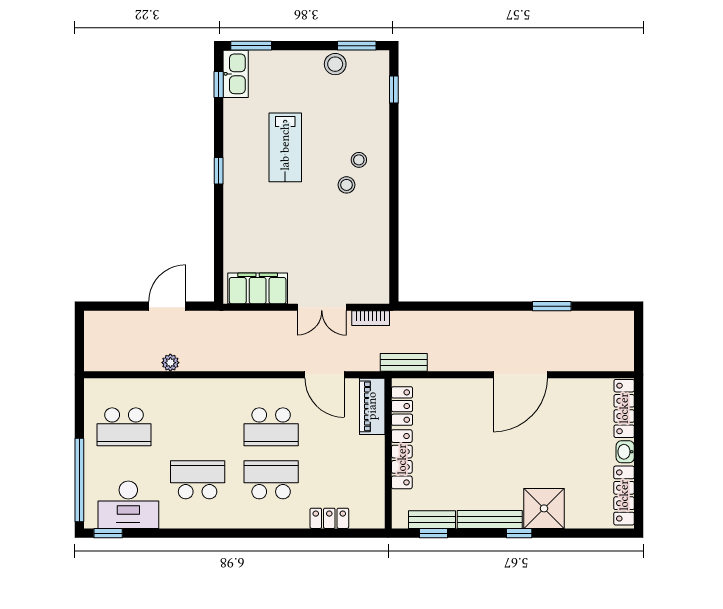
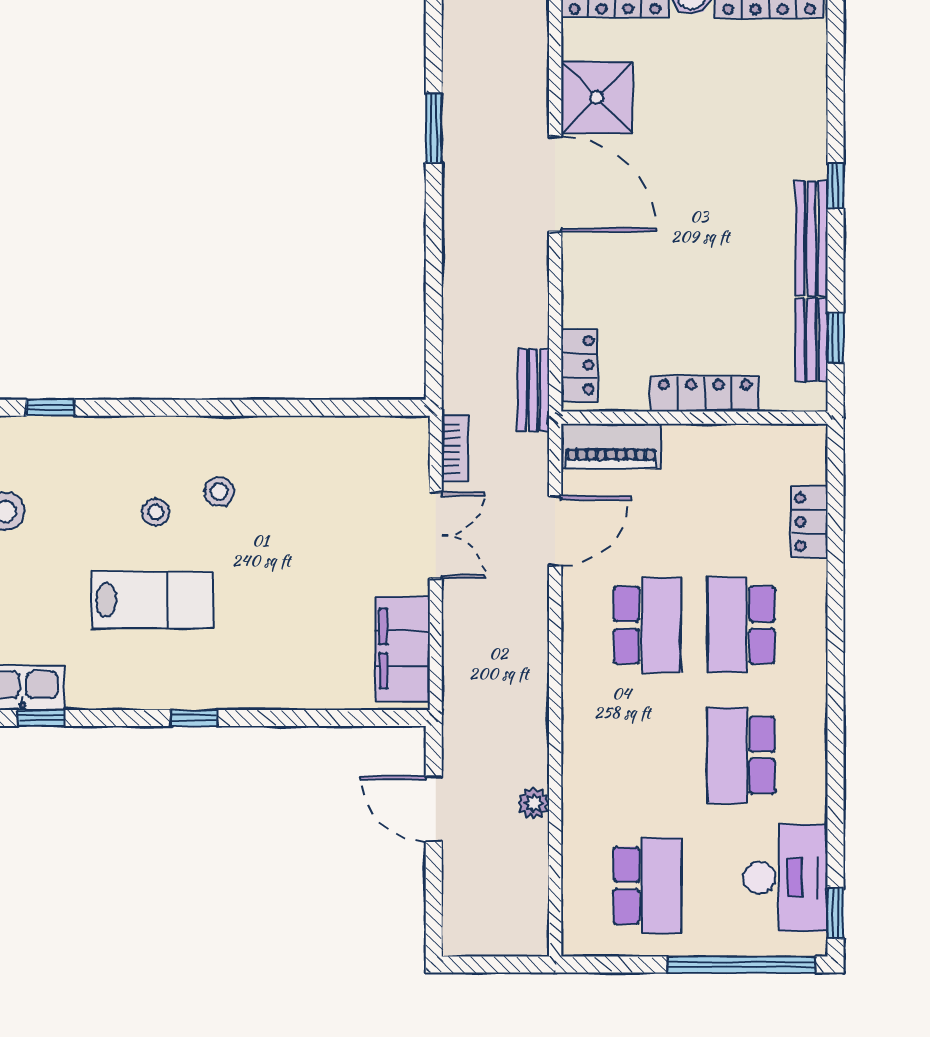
stool: (359, 160) -> (156, 512), moved
locker: (402, 406) -> (579, 365), moved, turned 90
shower: (544, 508) -> (597, 97), moved

